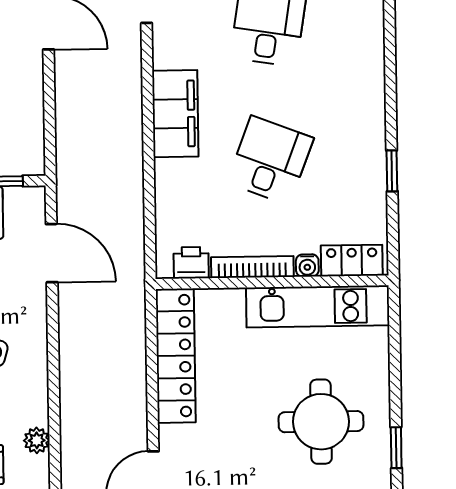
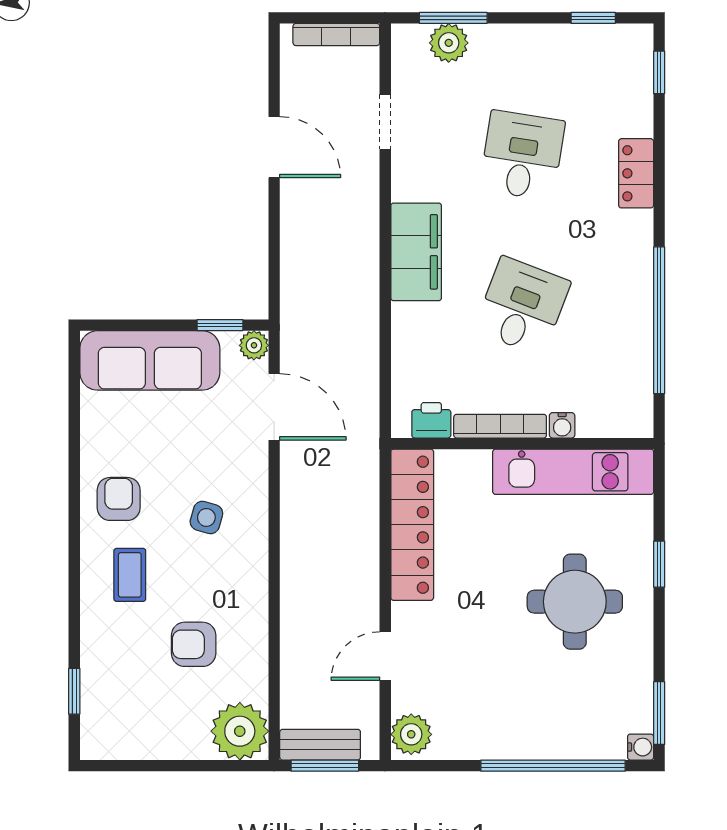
window: (392, 171) -> (659, 320), width x3.17
locker: (352, 260) -> (636, 173), moved, turned -90
plant: (37, 440) -> (254, 345), moved
window: (396, 448) -> (659, 564), moved

